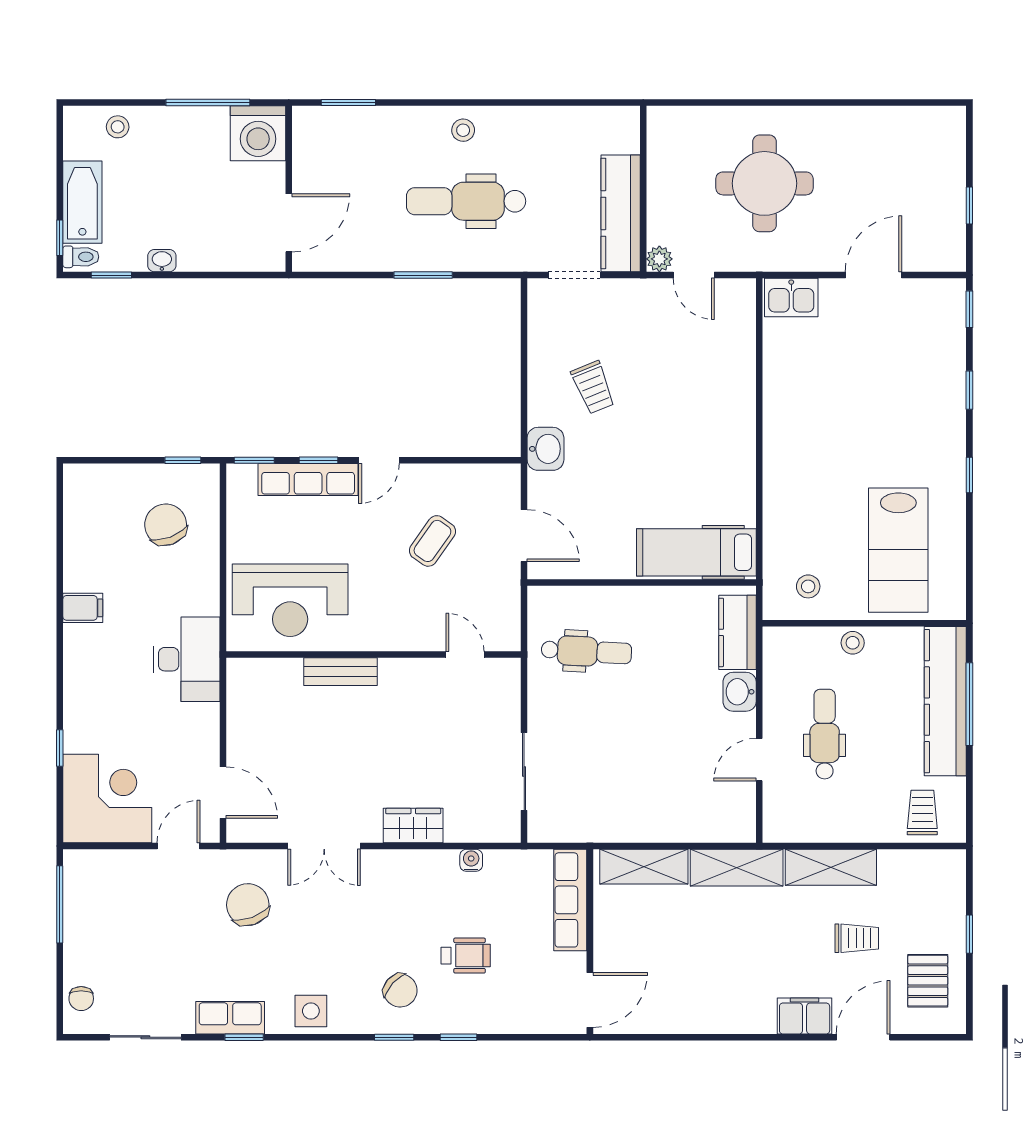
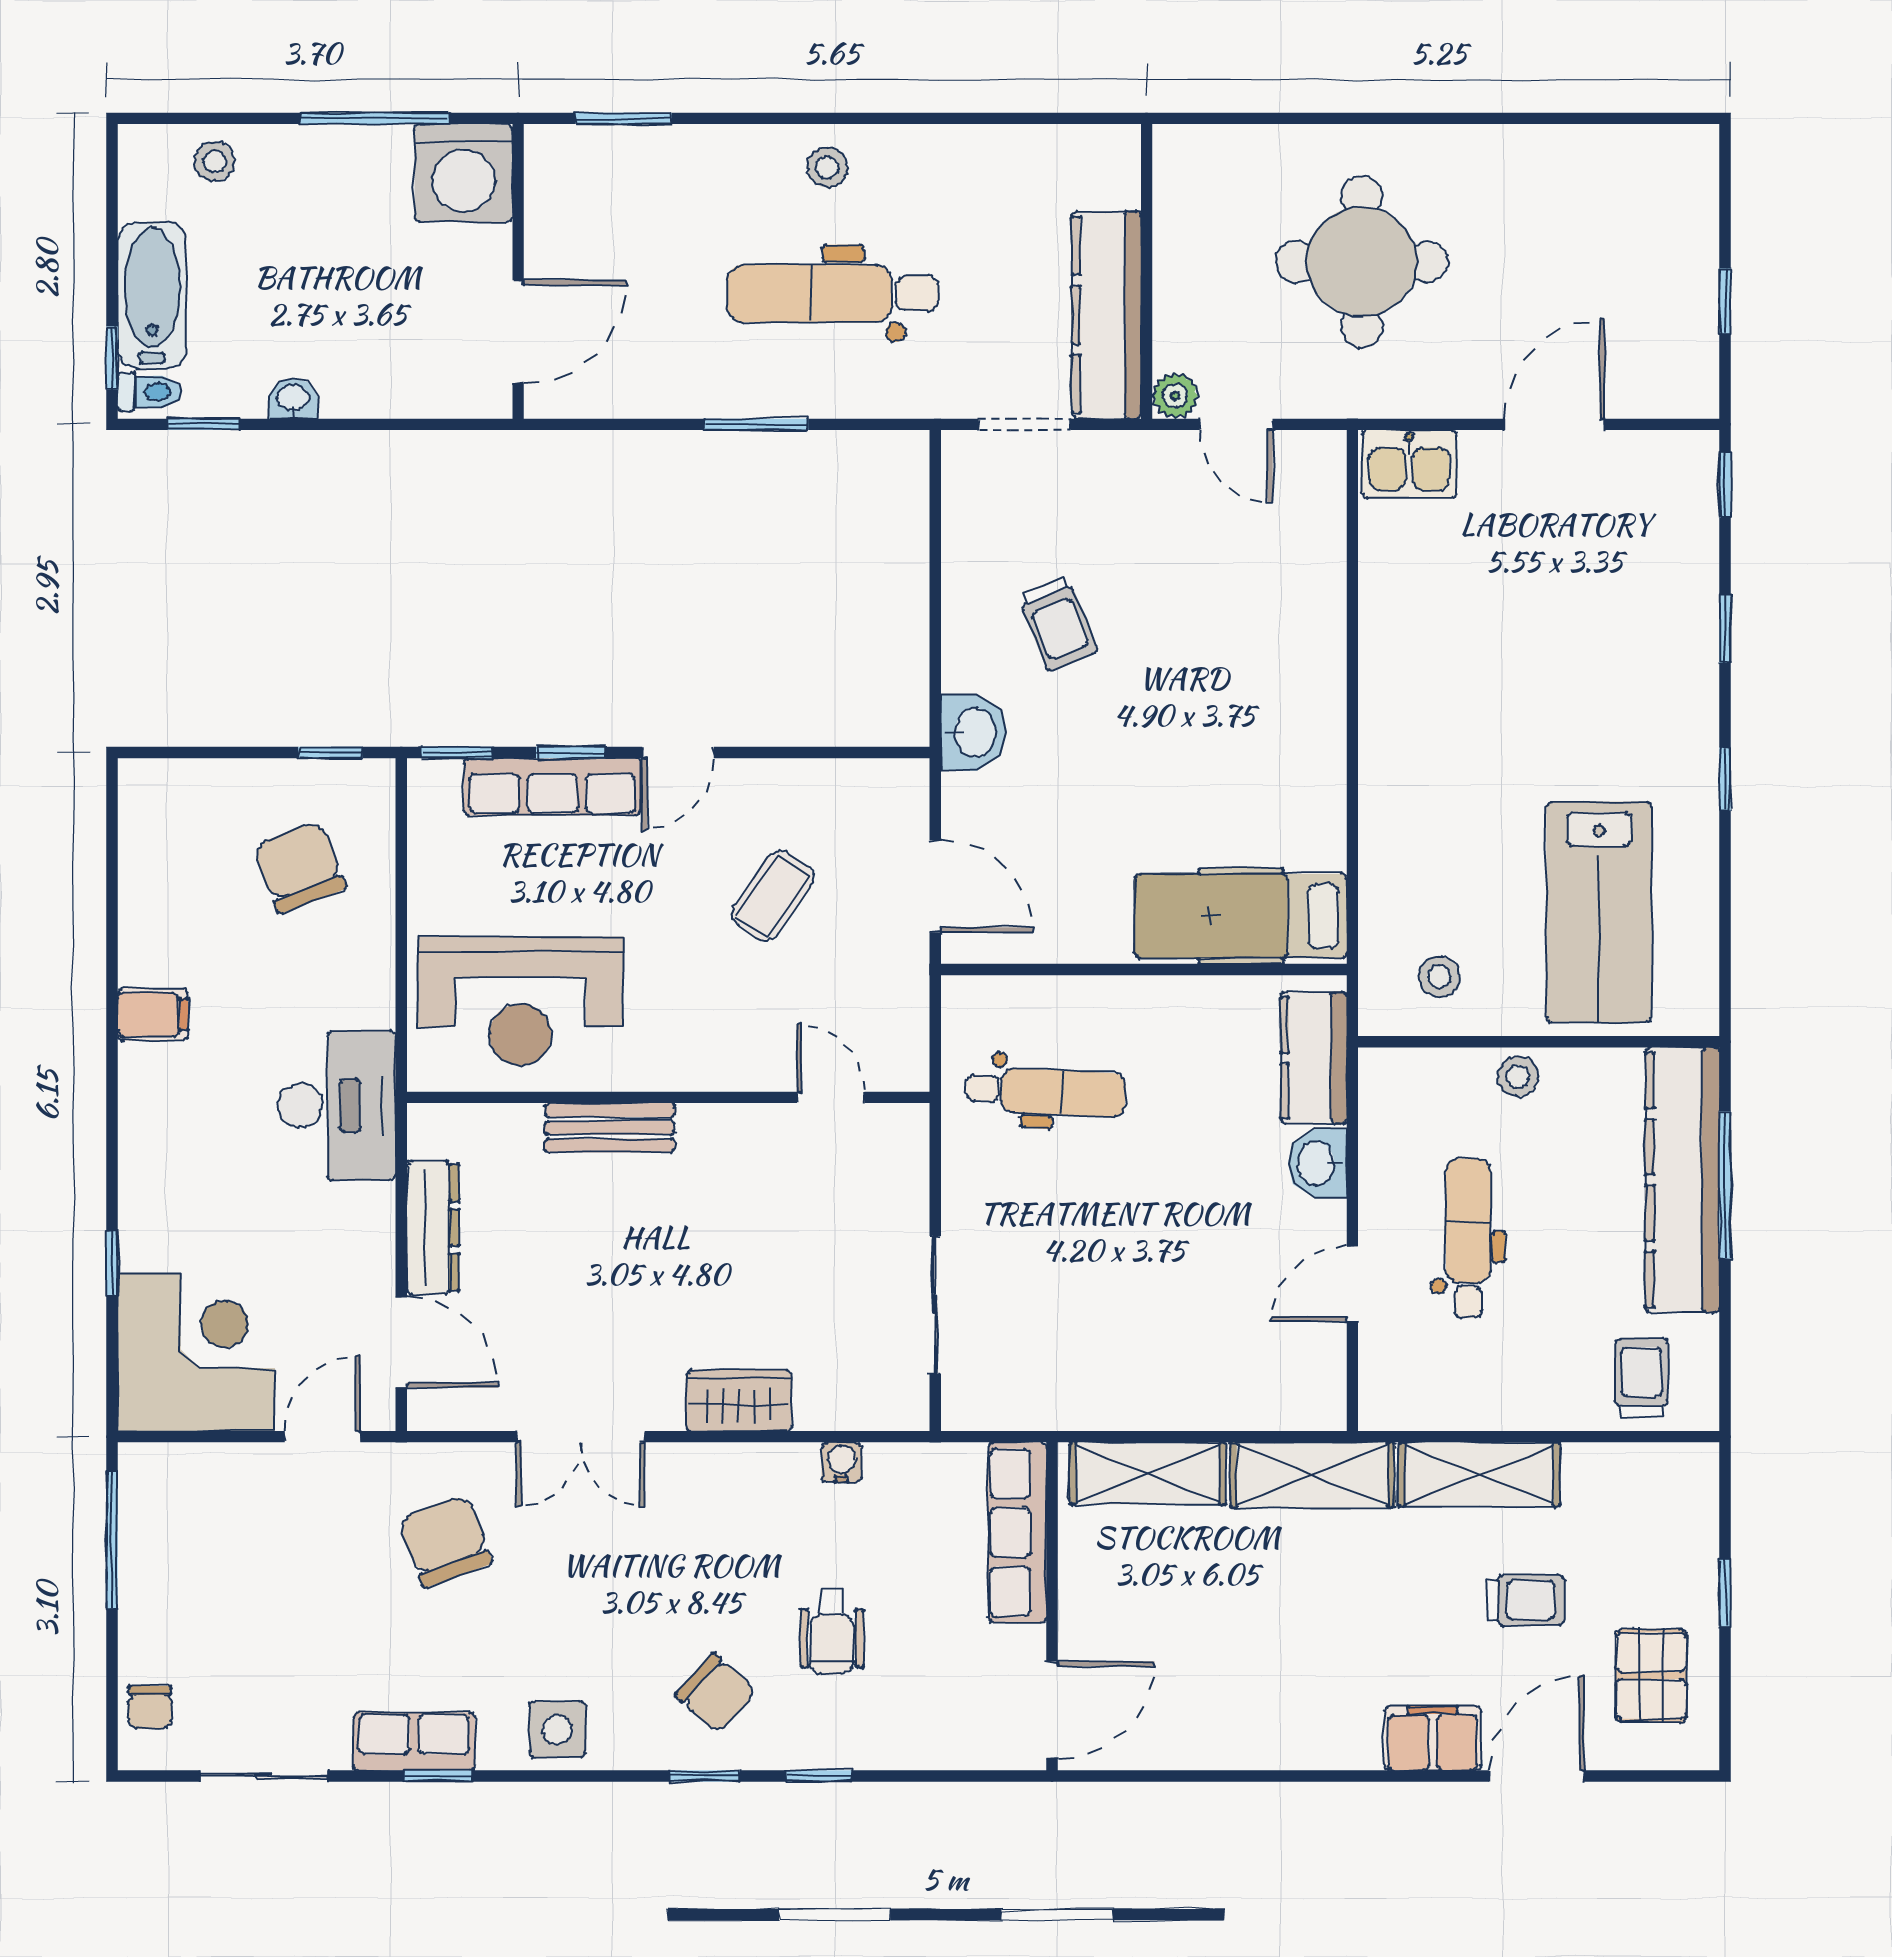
dresser: (241, 728) -> (433, 1228), added
wheelchair: (466, 956) -> (832, 1631), turned 90

